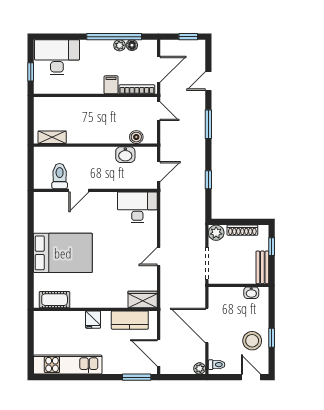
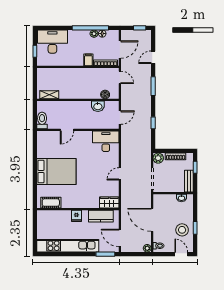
toilet: (60, 176) -> (42, 120), moved
kitchen unit: (68, 365) -> (68, 246), width x1.36

